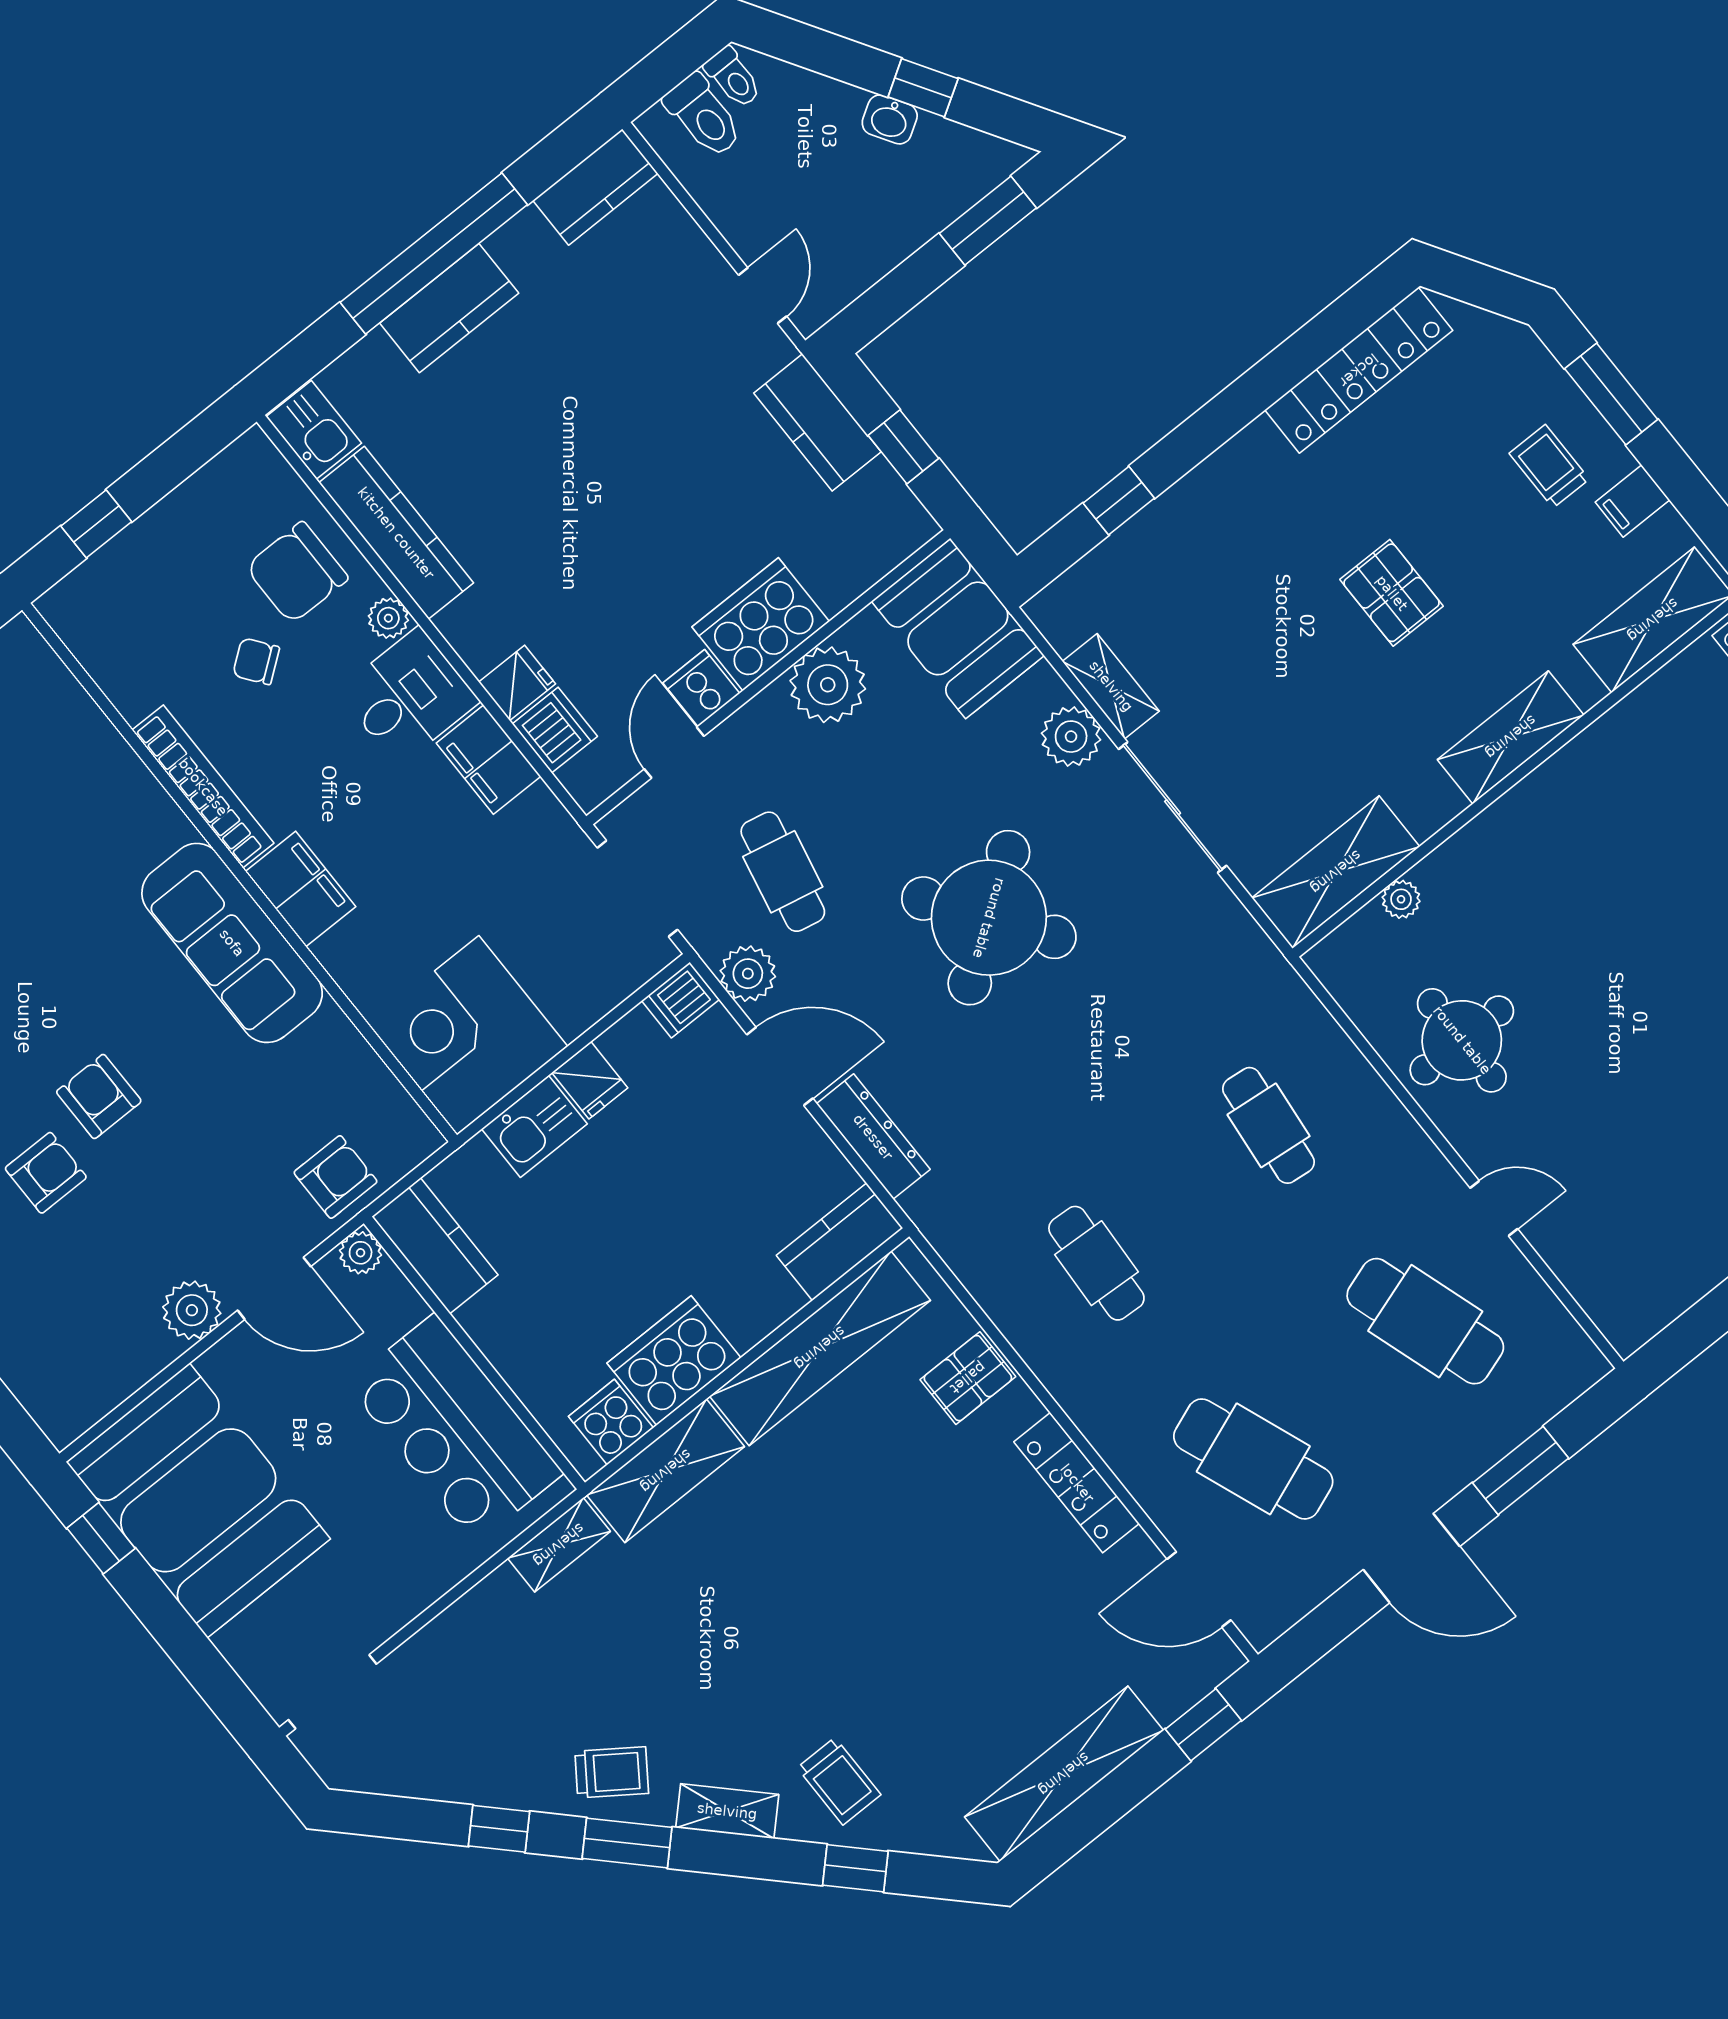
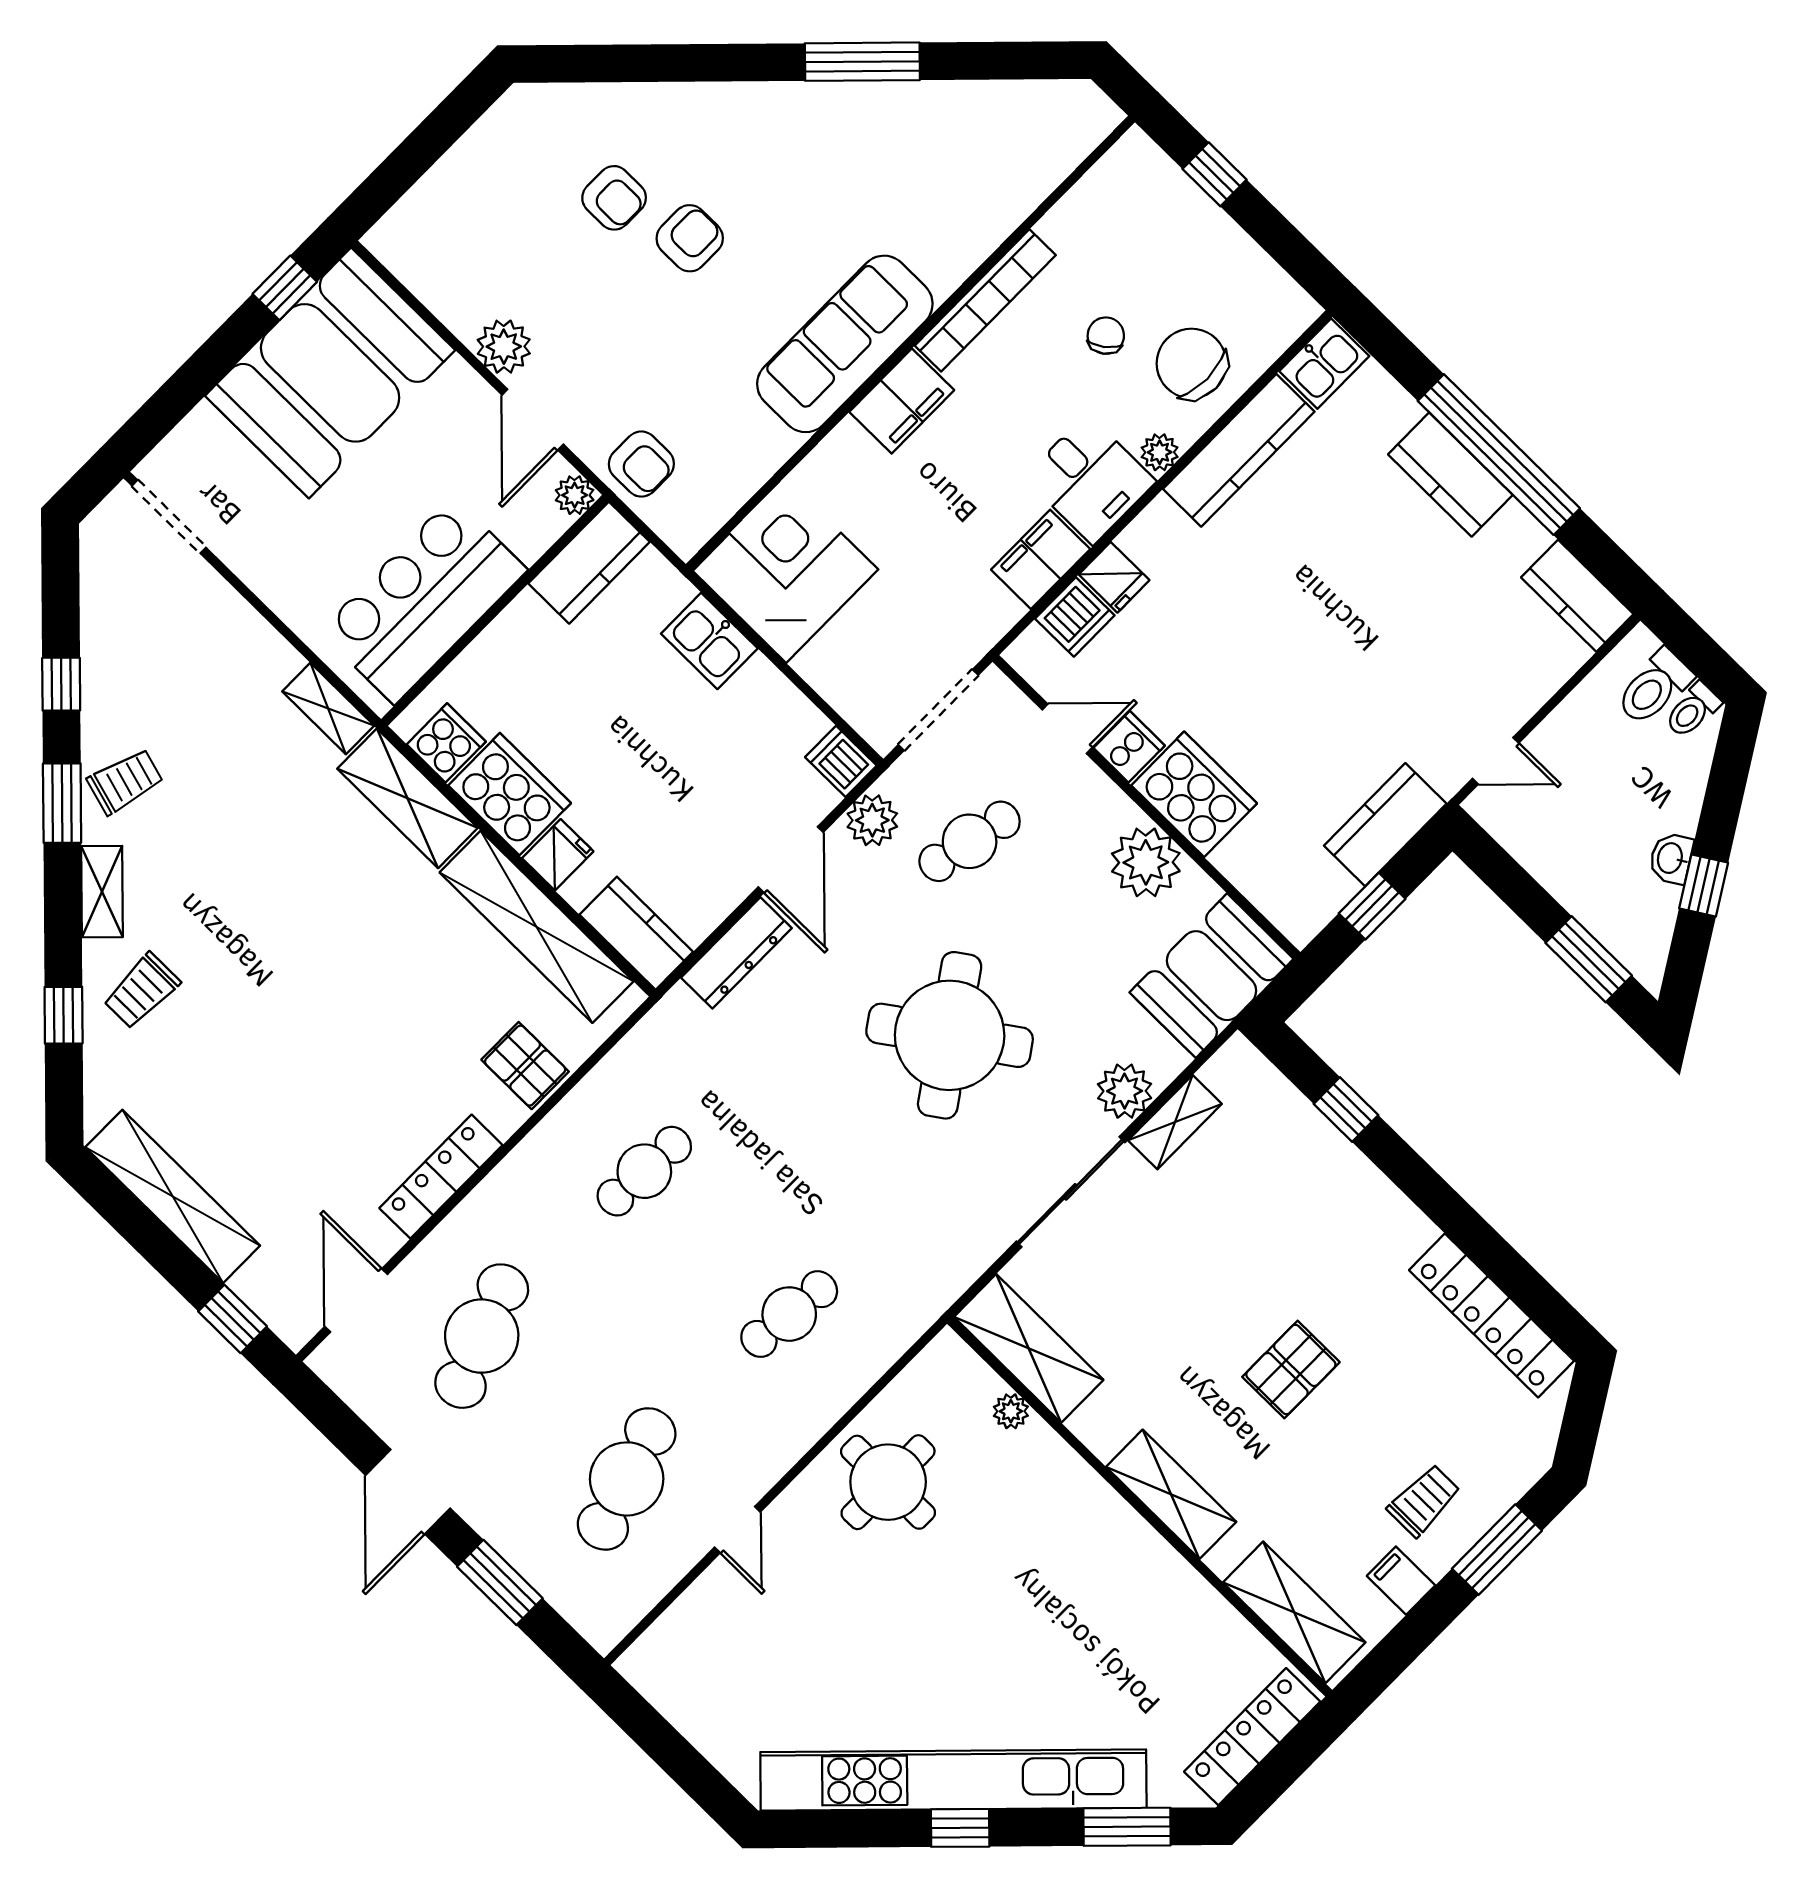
fridge: (590, 1080) -> (558, 855), moved, turned 180
trolley: (612, 1772) -> (125, 781), turned -109

